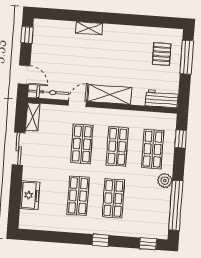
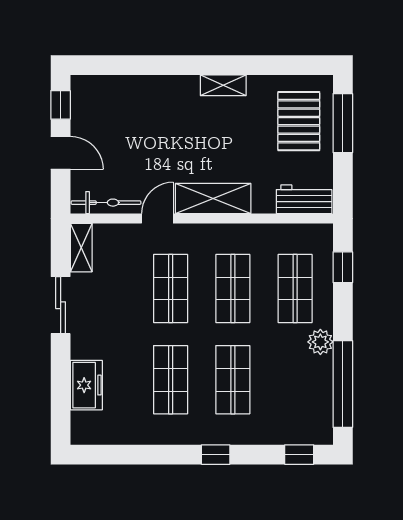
shelving: (89, 28) -> (223, 85), moved
pallet: (162, 54) -> (299, 121), width x1.50, depth x1.42
door: (24, 75) -> (61, 153), moved

